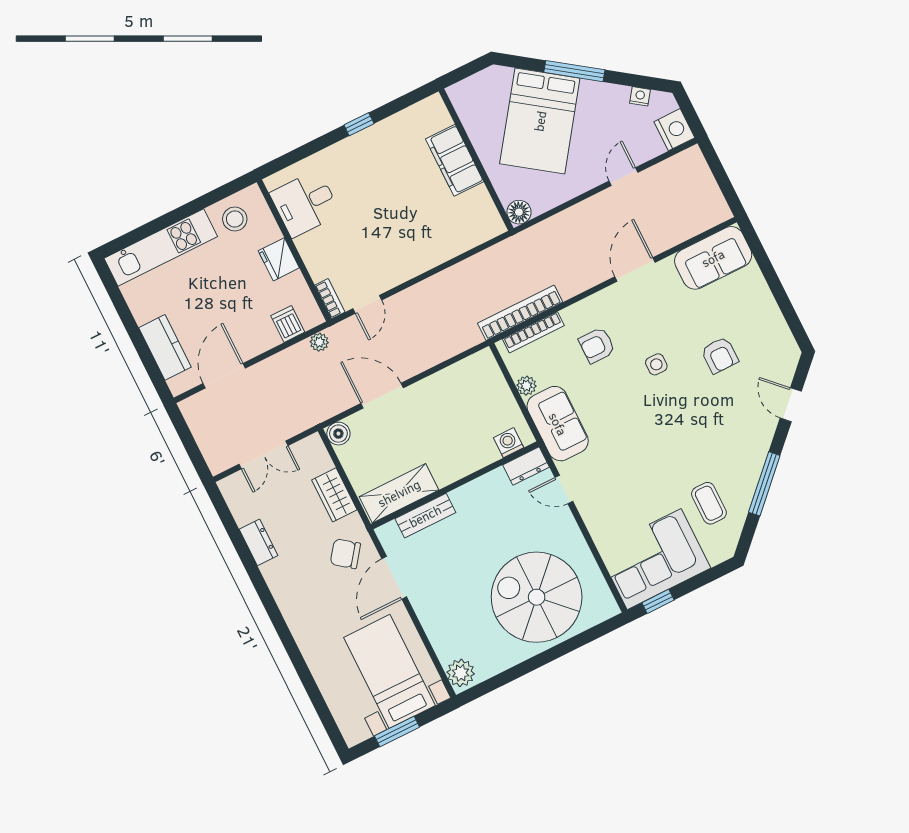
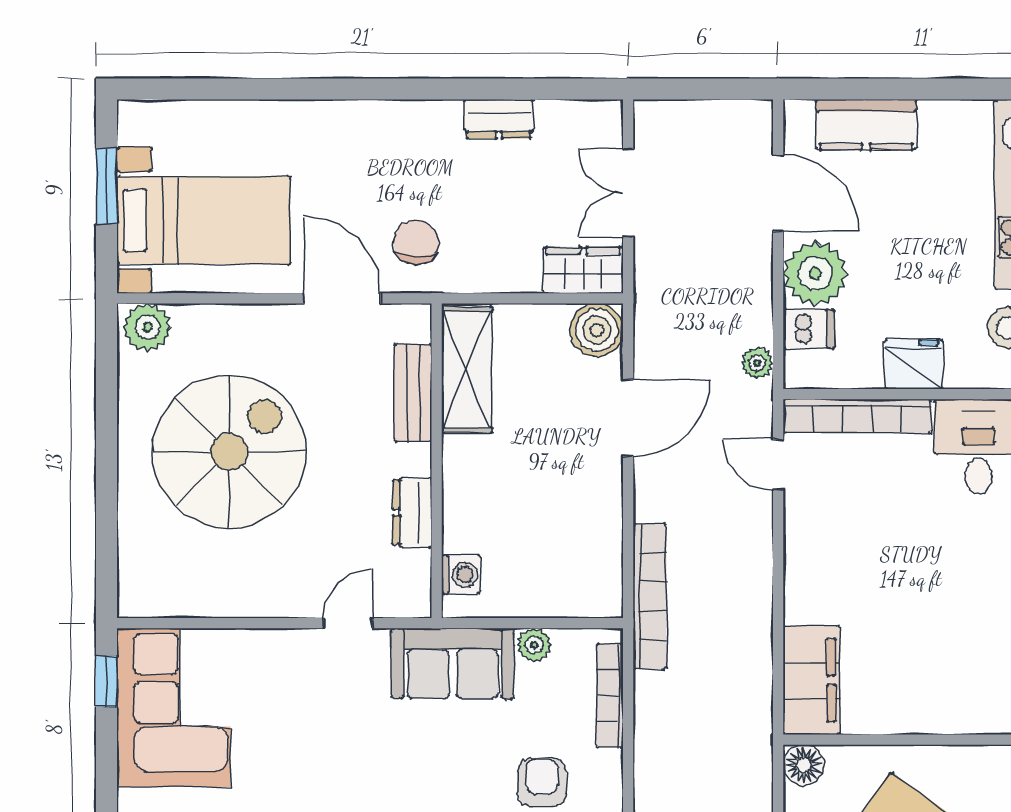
filing cabinet: (455, 160) -> (811, 680), moved, turned 90
bookcase: (330, 299) -> (857, 416), width x2.31, depth x1.31
bookcase: (520, 313) -> (650, 596), moved
plant: (257, 335) -> (815, 274), added
boiler: (338, 434) -> (597, 330), width x1.36, depth x1.36
dresser: (526, 466) -> (412, 513), moved
wardrobe: (334, 495) -> (583, 270), moved
chair: (345, 554) -> (416, 242), turned -36
spiral stairs: (537, 597) -> (229, 452), moved

